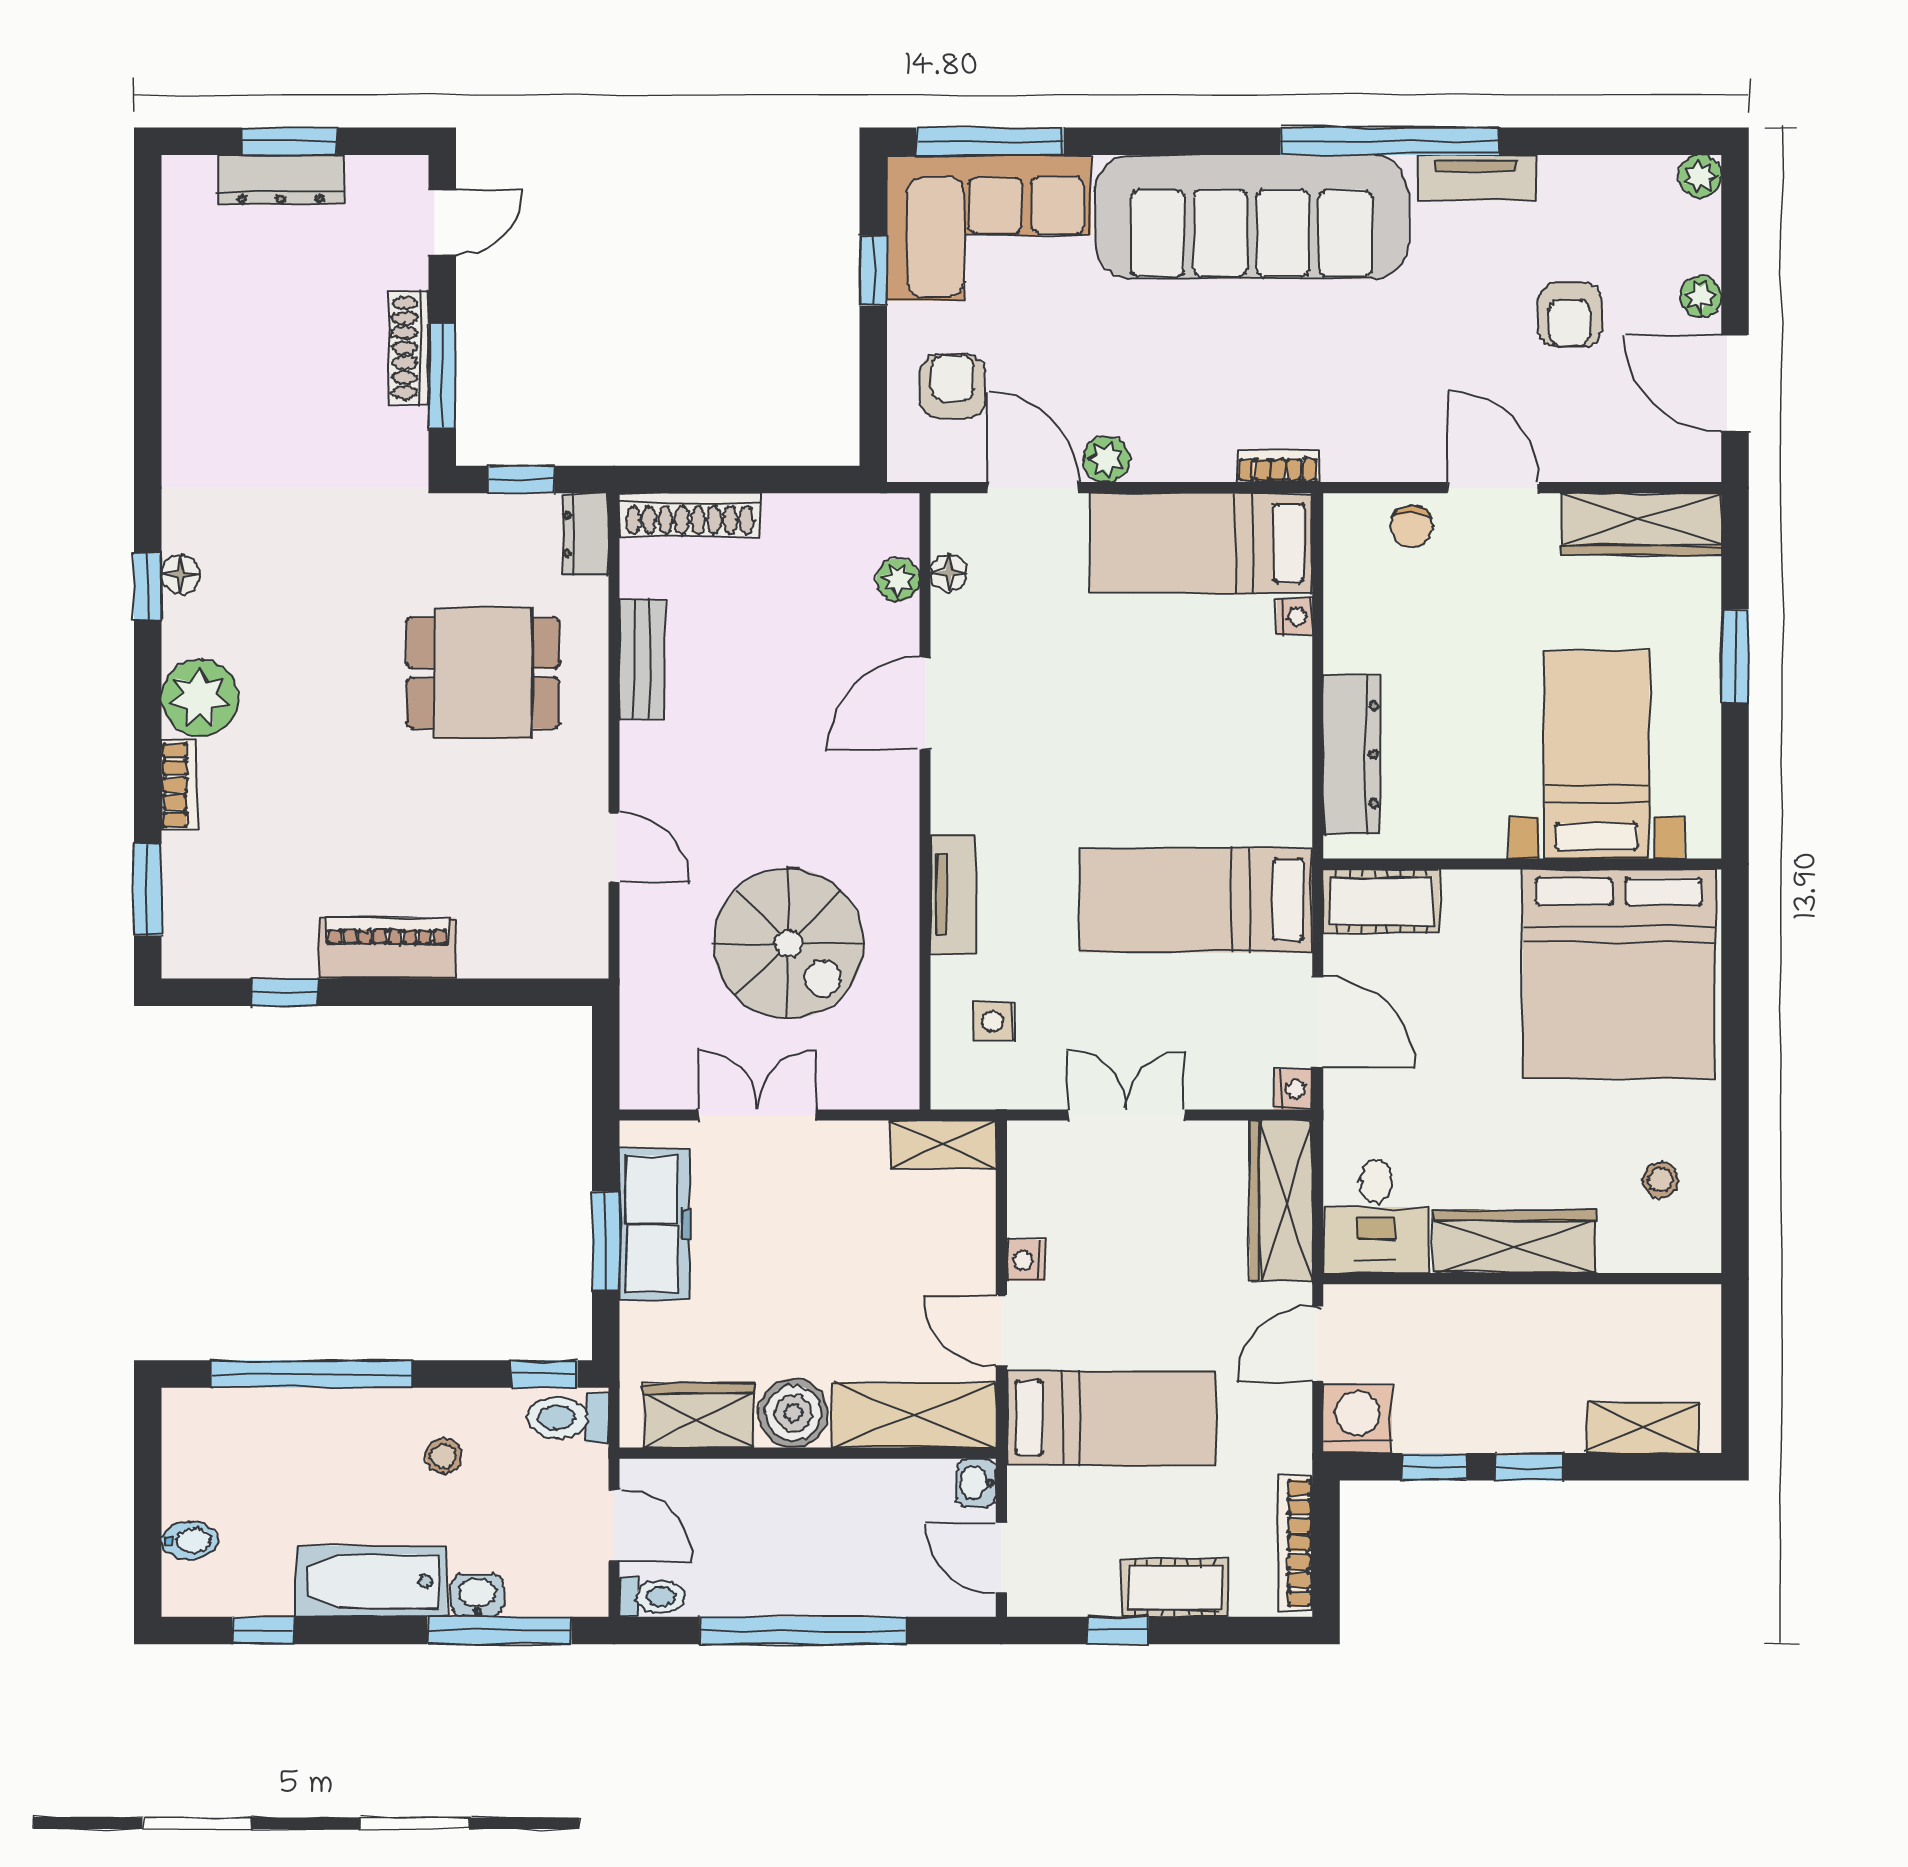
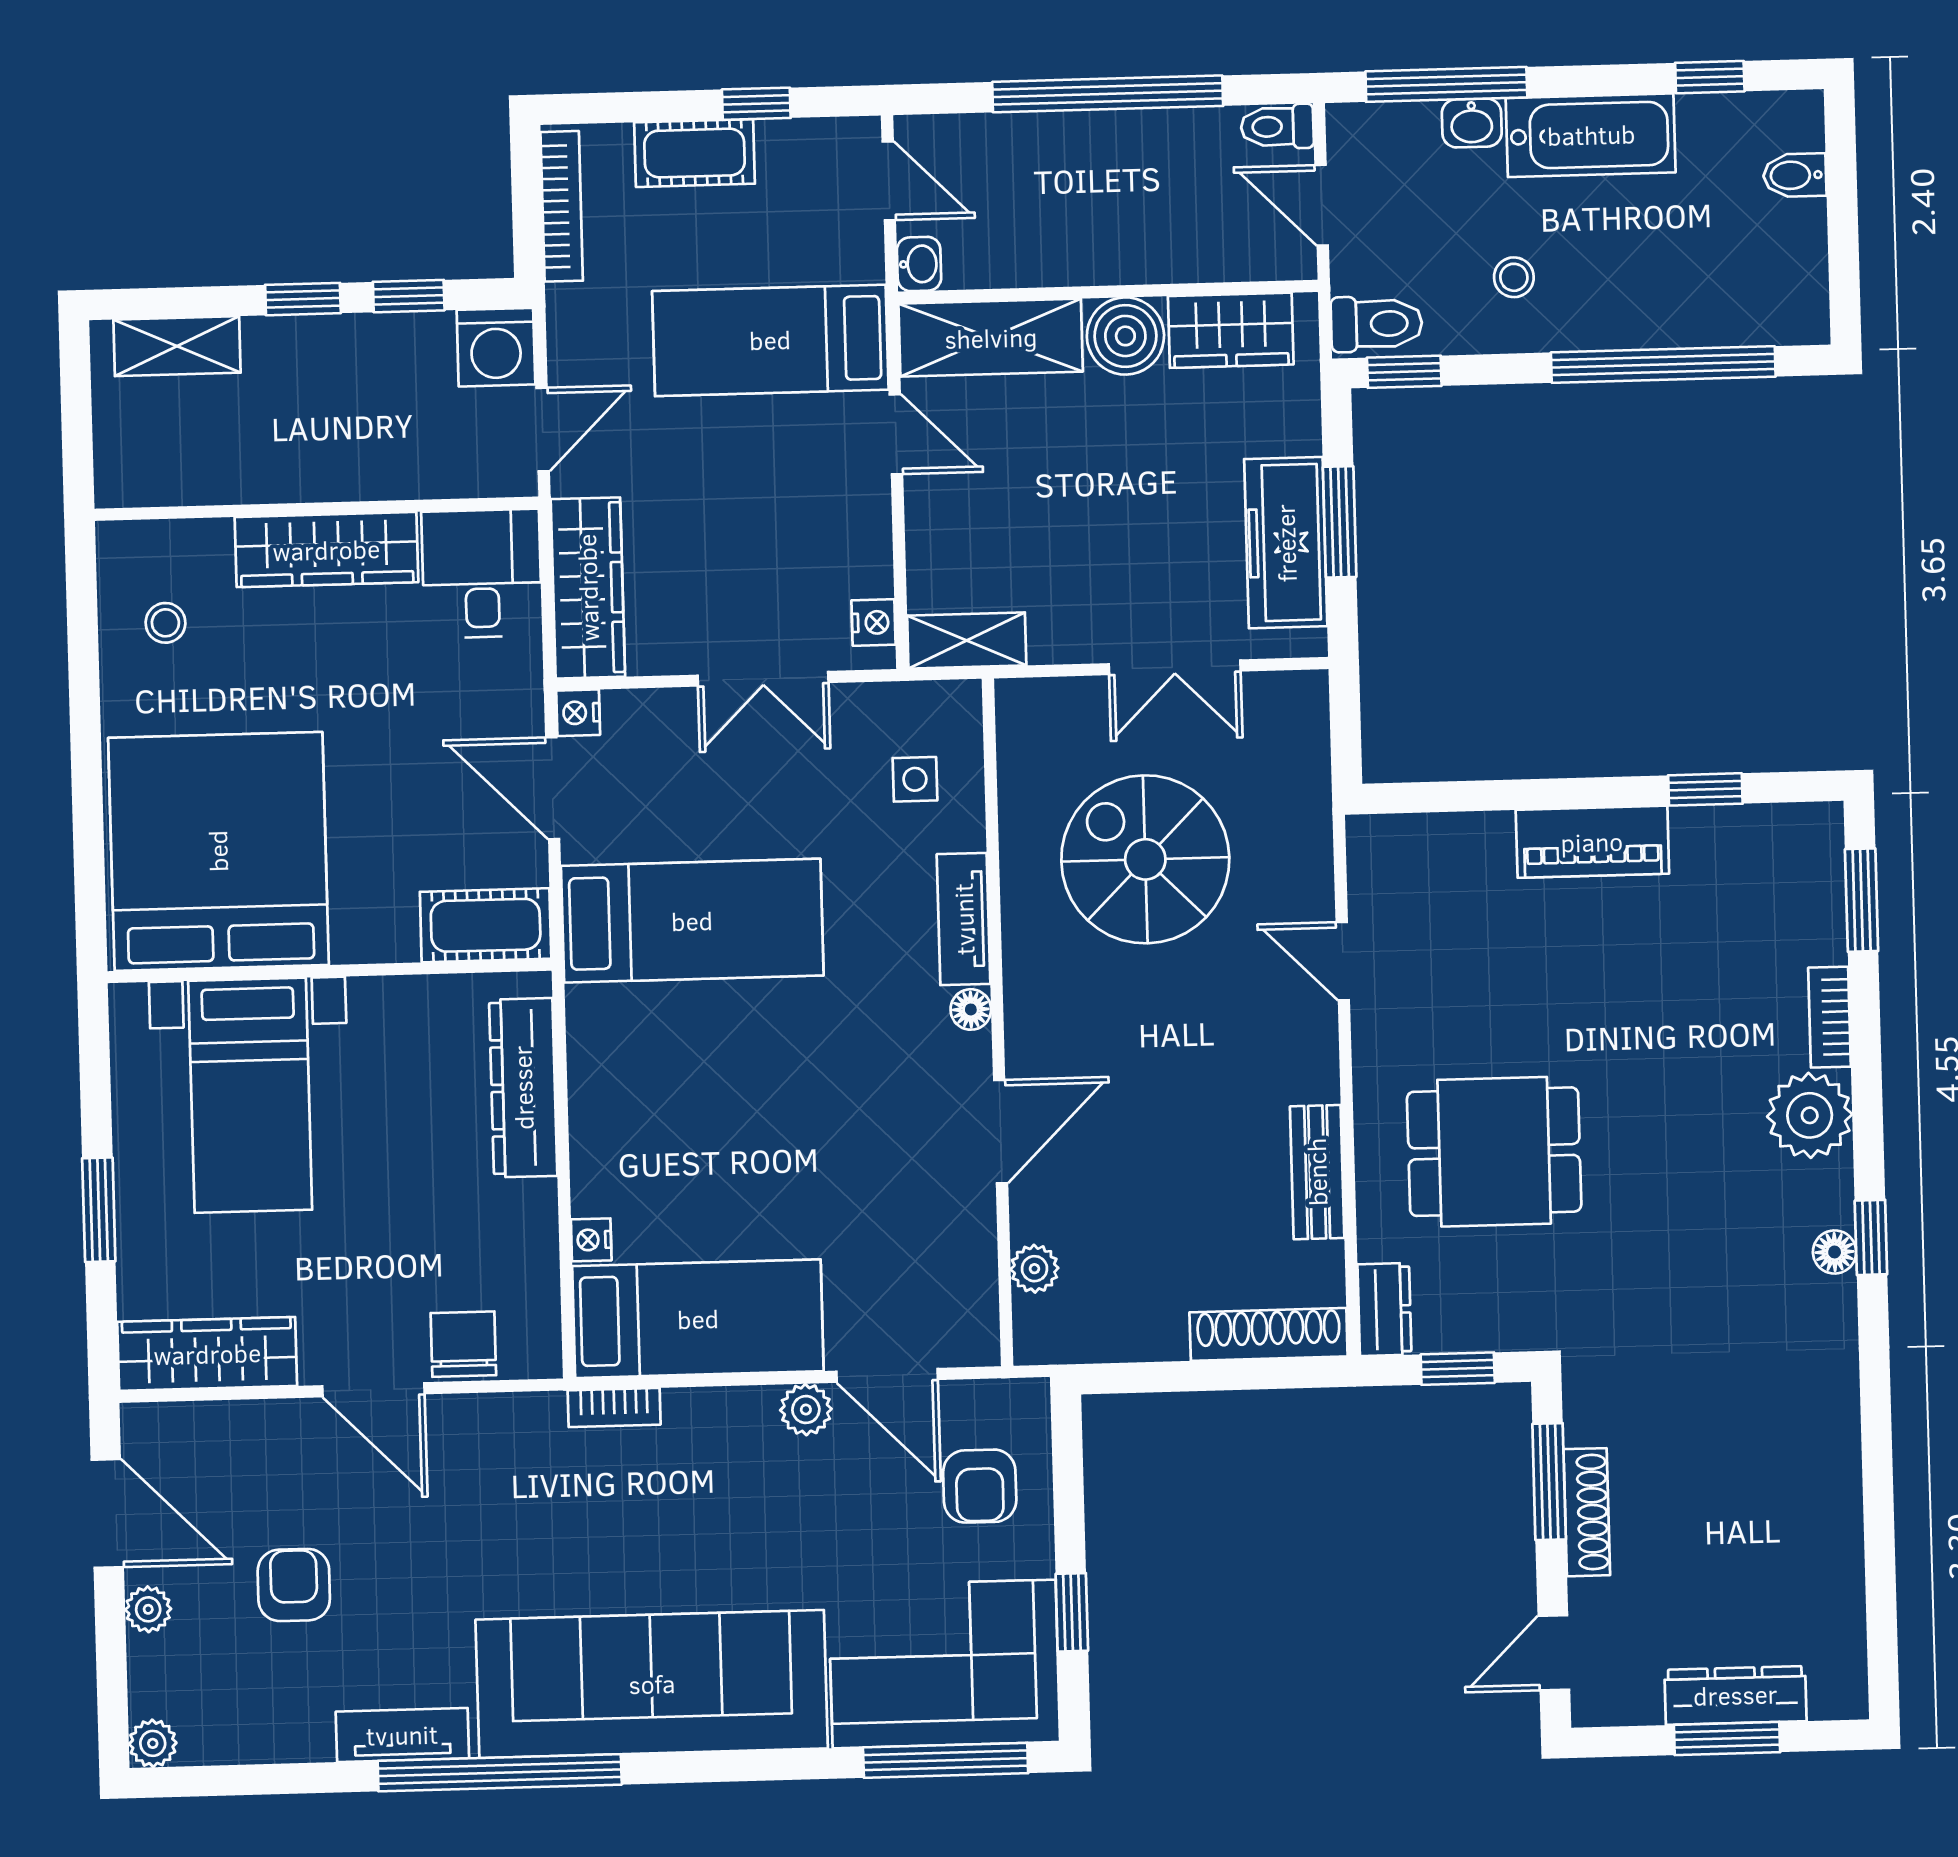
chair: (1412, 526) -> (463, 1344), width x1.37, depth x1.37
floor lamp: (949, 573) -> (971, 1009), moved
nightstand: (1026, 1260) -> (874, 622), moved

